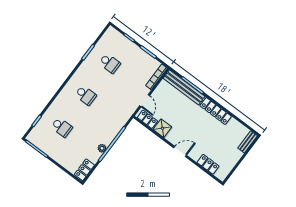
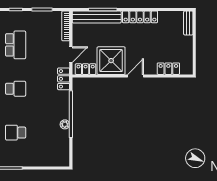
school desk: (110, 63) -> (16, 45), width x1.85
door: (145, 101) -> (71, 55), hinge flipped
school desk: (62, 127) -> (16, 133), turned 180
shower: (162, 128) -> (111, 61), width x1.86, depth x1.86
locker: (84, 170) -> (64, 79), moved

